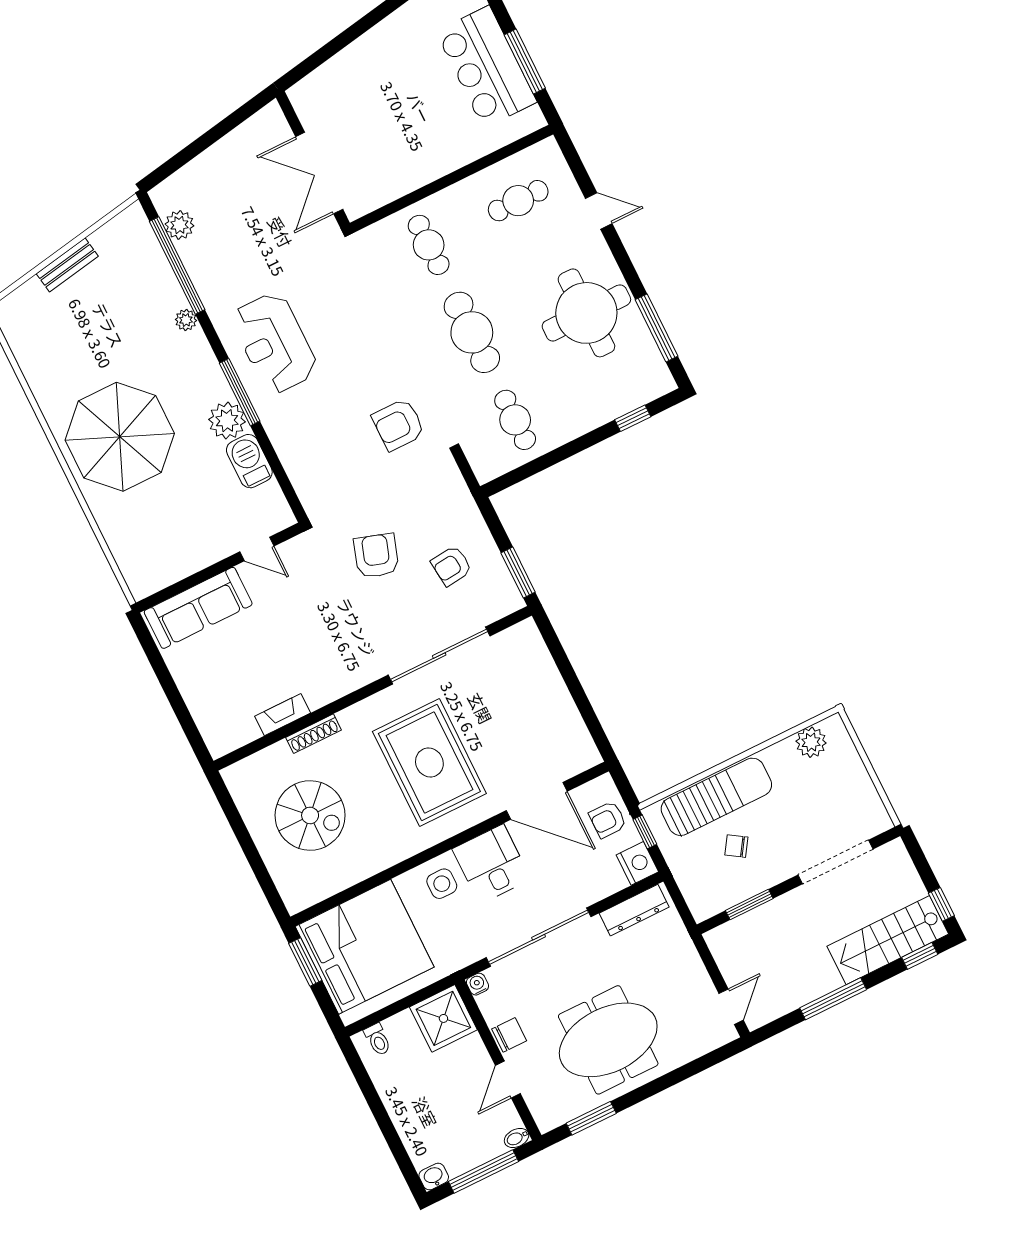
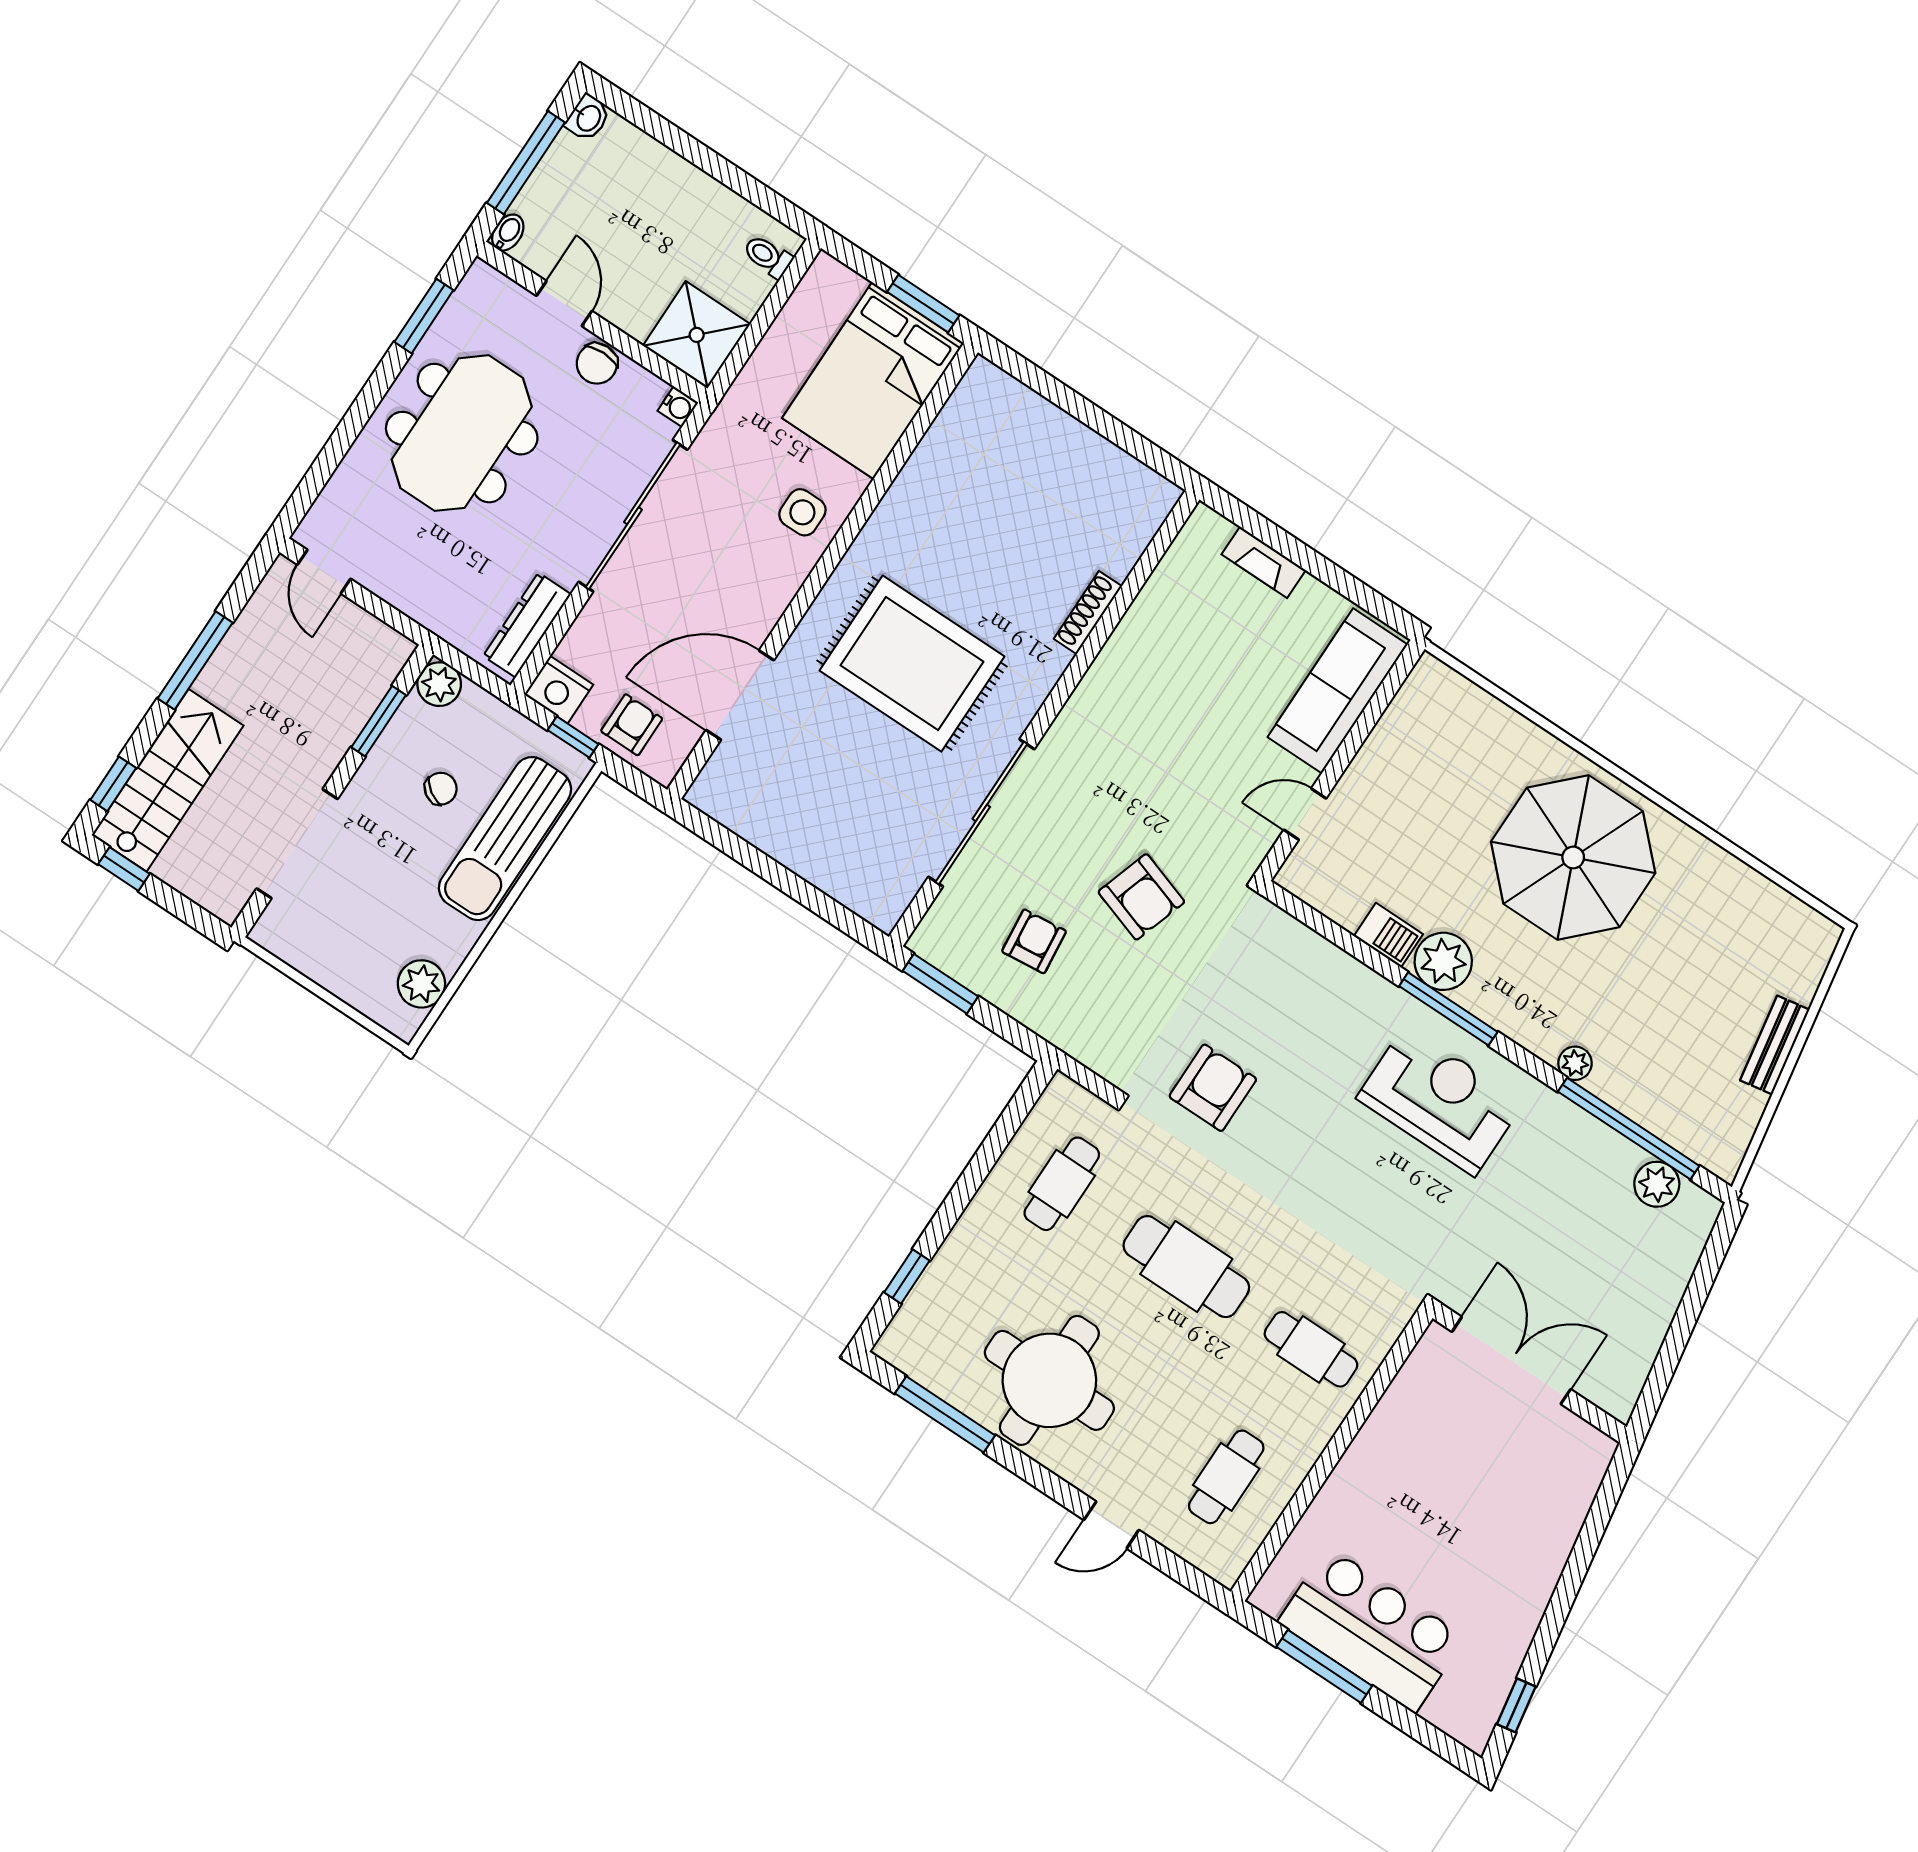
cafe table: (515, 420) -> (1062, 1184), turned 90
barbecue: (249, 461) -> (1388, 935), width x0.73, depth x0.79
fireplace: (283, 715) -> (1264, 562), moved, turned 90
spiral stairs: (310, 815) -> (1030, 502), removed
desk: (491, 864) -> (752, 577), removed
plant: (703, 906) -> (439, 684), added
bed: (365, 947) -> (873, 381), width x0.73

